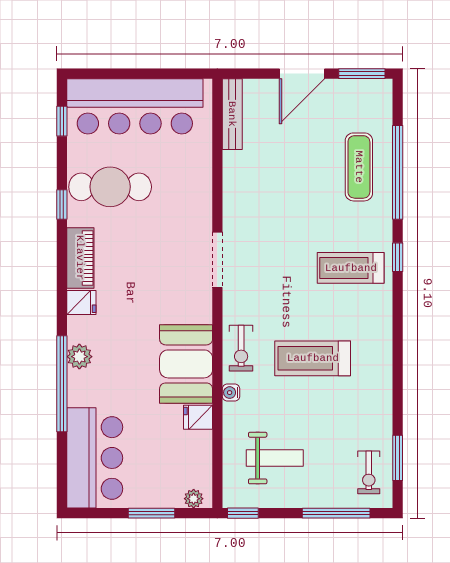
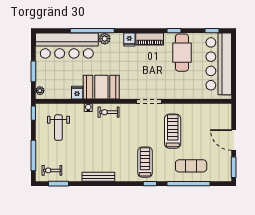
bench: (232, 114) -> (98, 177), moved
treadmill: (313, 358) -> (173, 131), moved
bar counter: (95, 458) -> (67, 46), width x1.36

